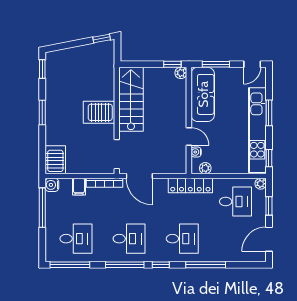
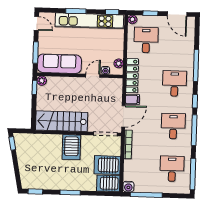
server rack: (78, 158) -> (107, 165), added
filing cabinet: (79, 187) -> (132, 99), moved

